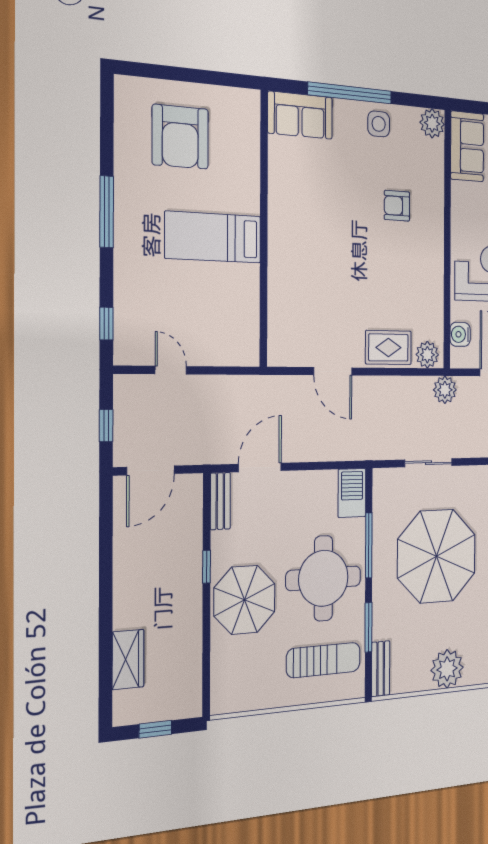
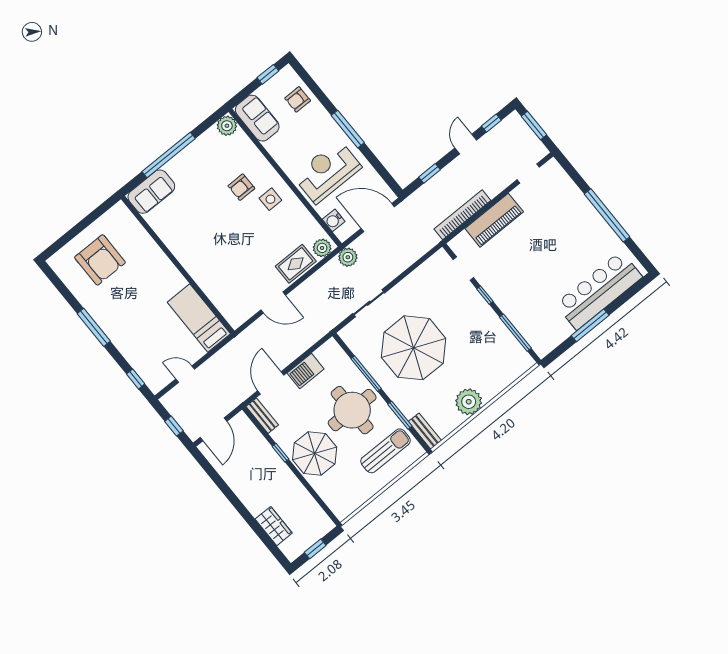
side table: (379, 124) -> (270, 199), moved
bed: (213, 237) -> (199, 318), moved, turned 90
barbecue: (352, 493) -> (306, 371), moved, turned -90

